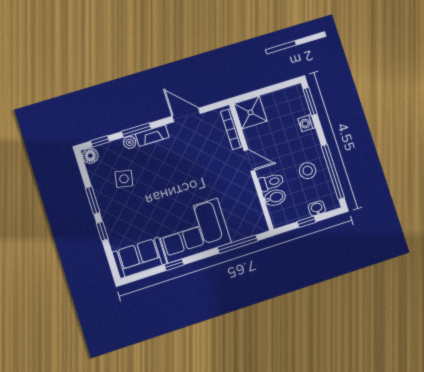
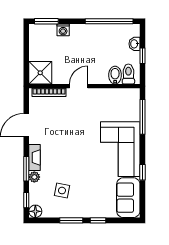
stool: (308, 171) -> (102, 42), removed
toilet: (271, 182) -> (128, 74), moved

